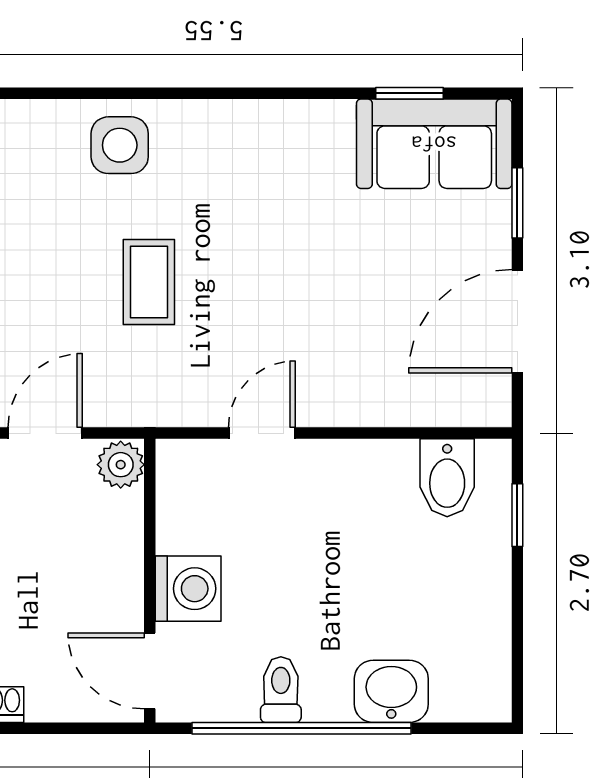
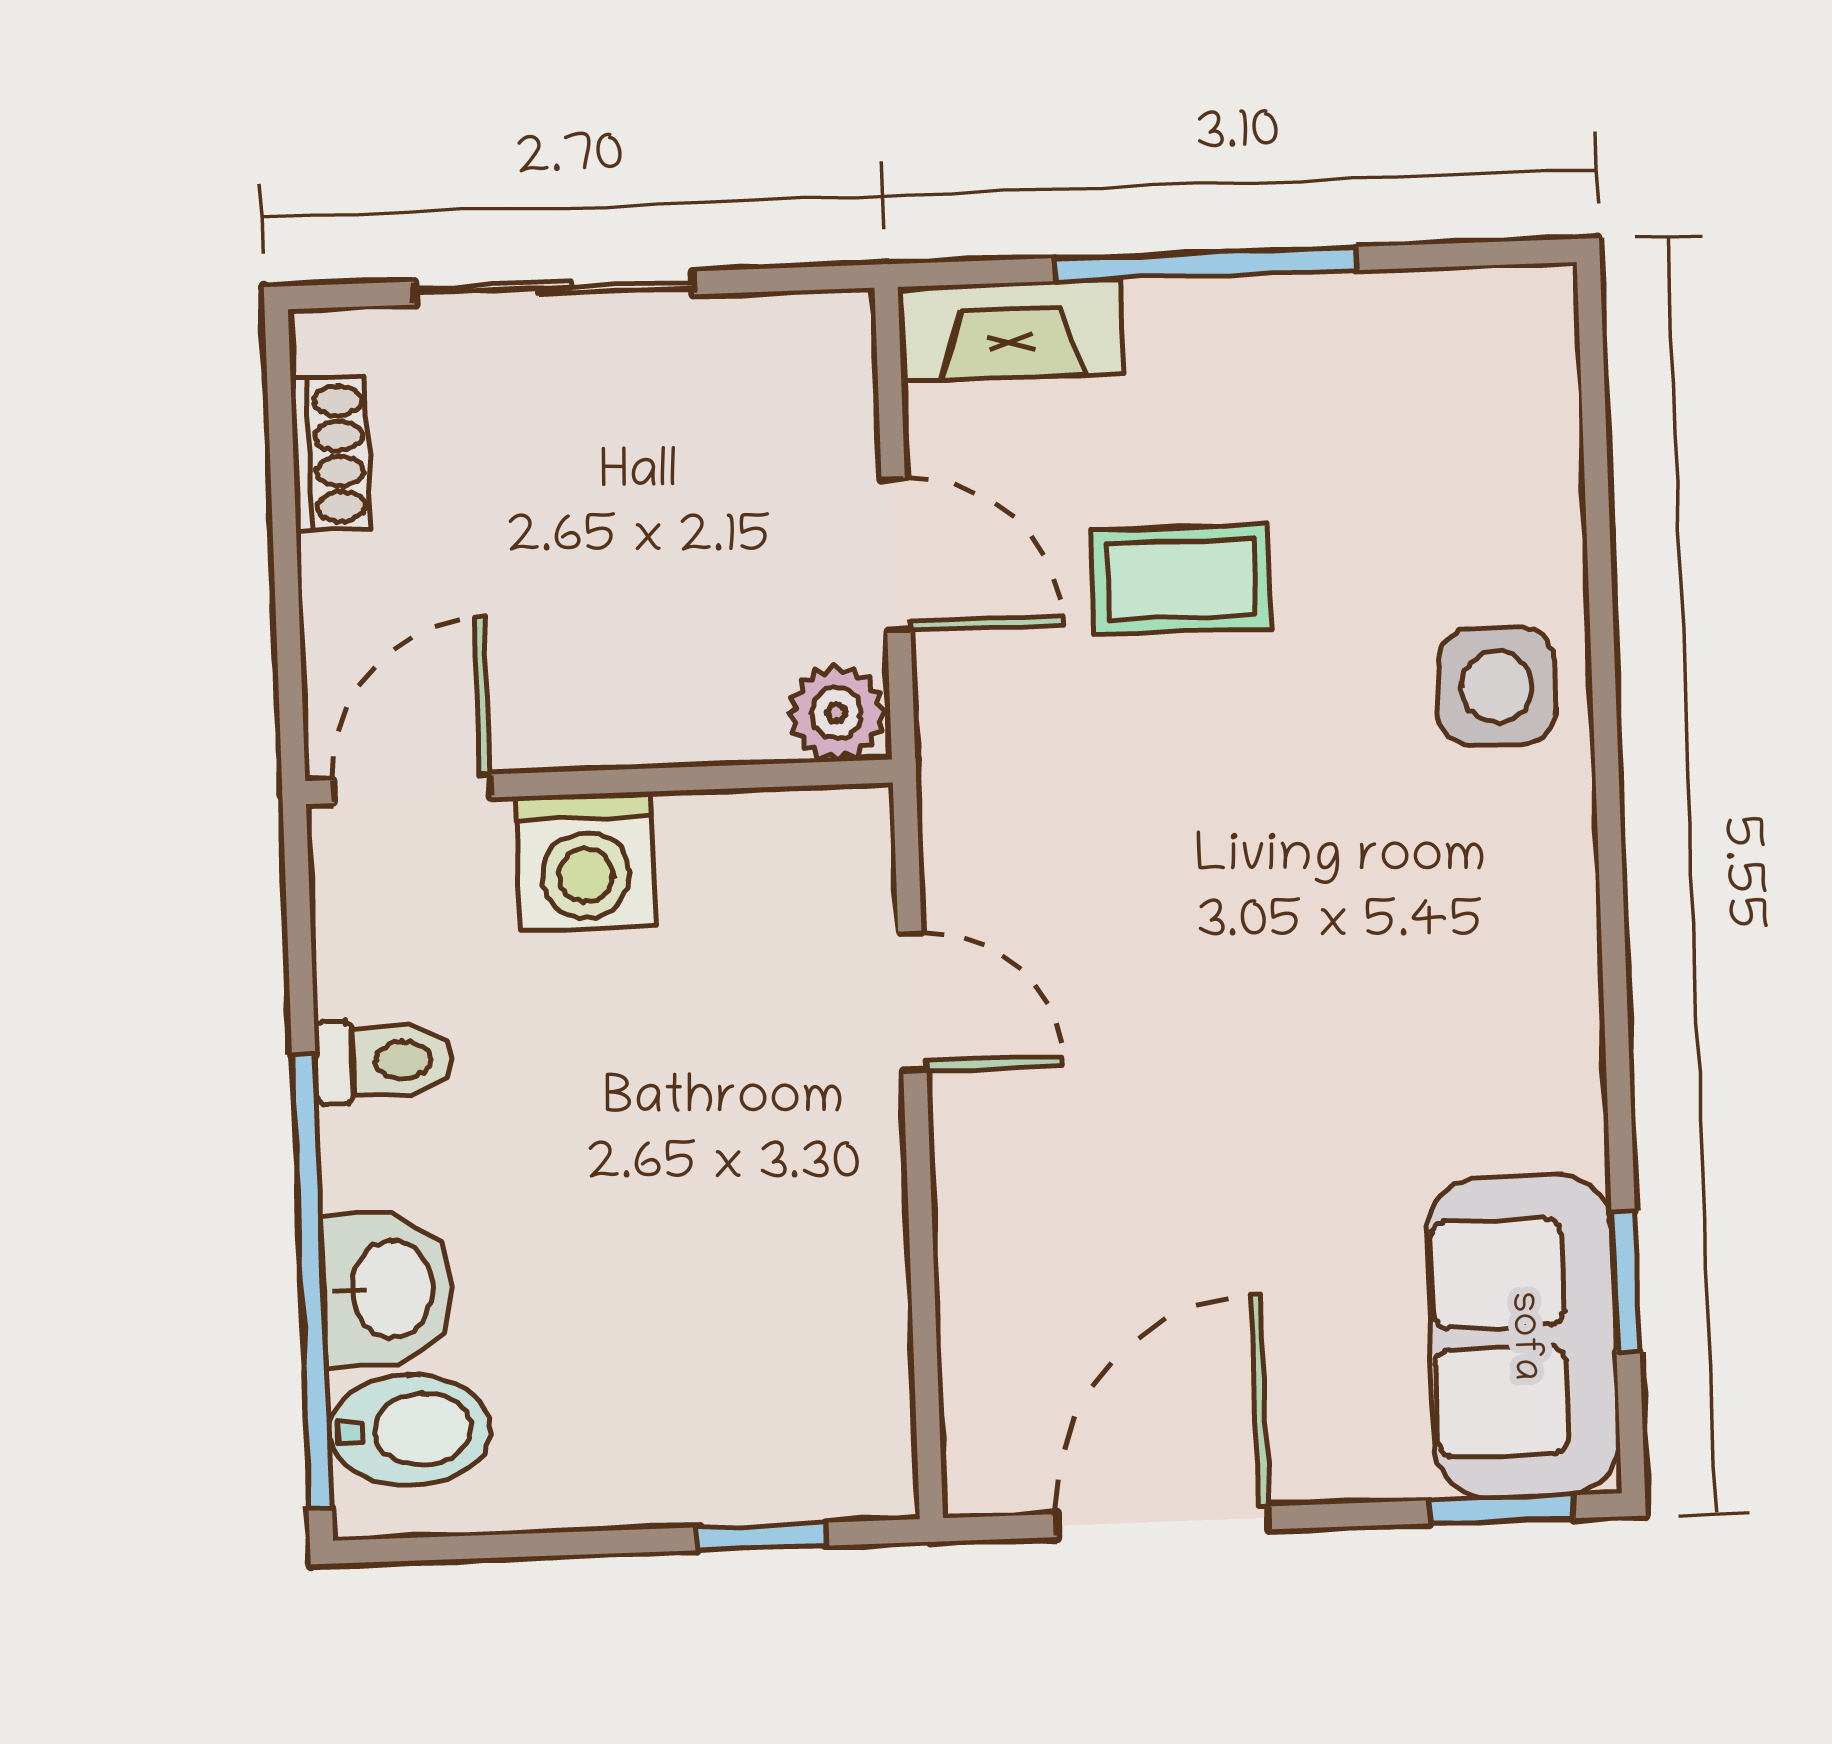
window: (517, 203) -> (1502, 1509), moved
coffee table: (149, 282) -> (1181, 580), moved
door: (517, 321) -> (1163, 1522), hinge flipped
bidet: (447, 478) -> (410, 1430), moved, turned 180
window: (302, 728) -> (312, 1281), moved

